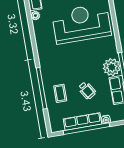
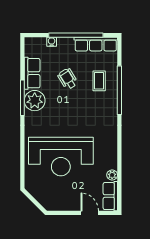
row of seats: (83, 121) -> (96, 44), moved

